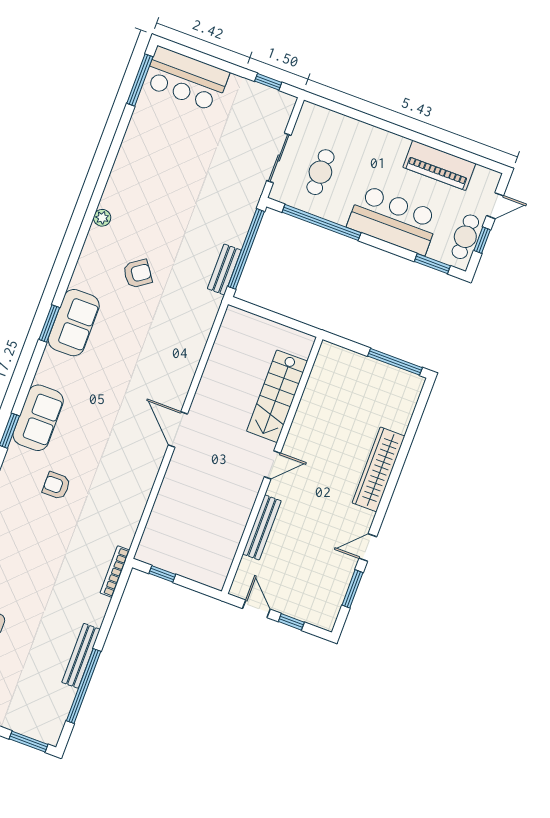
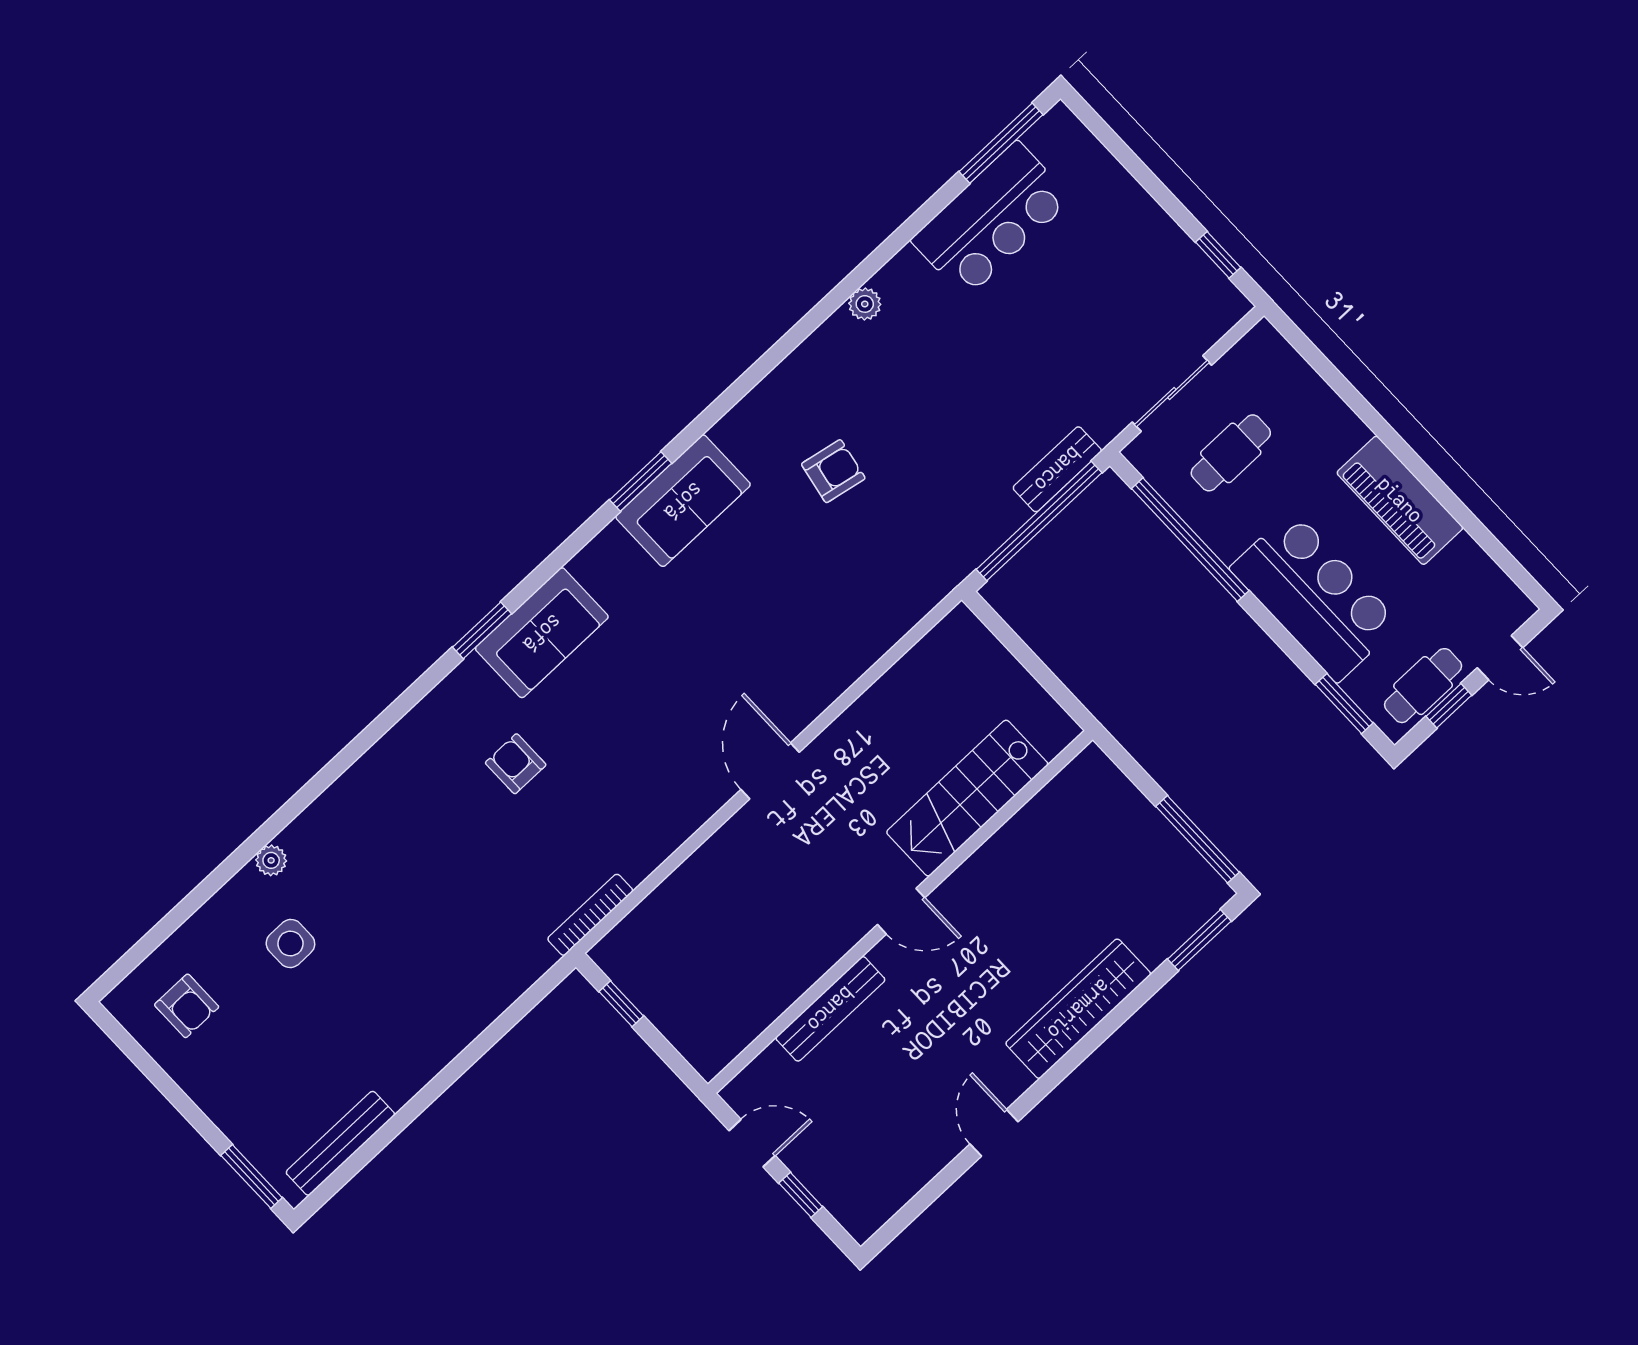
bar counter: (186, 79) -> (991, 219), moved, turned -90
piano: (439, 165) -> (1400, 500), moved
plant: (102, 218) -> (865, 304), moved
bench: (224, 269) -> (1057, 469), moved
armchair: (138, 274) -> (833, 471), turned -44
door: (368, 548) -> (994, 1133), hinge flipped
bookcase: (115, 572) -> (590, 915), moved
window: (352, 589) -> (1199, 940), moved
door: (256, 609) -> (752, 1143), hinge flipped
bench: (81, 656) -> (340, 1143), moved
window: (84, 686) -> (392, 1128), removed

